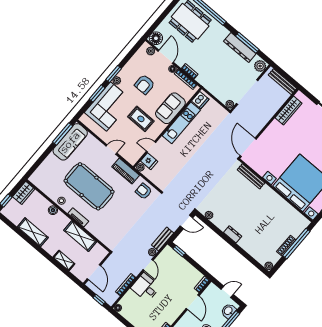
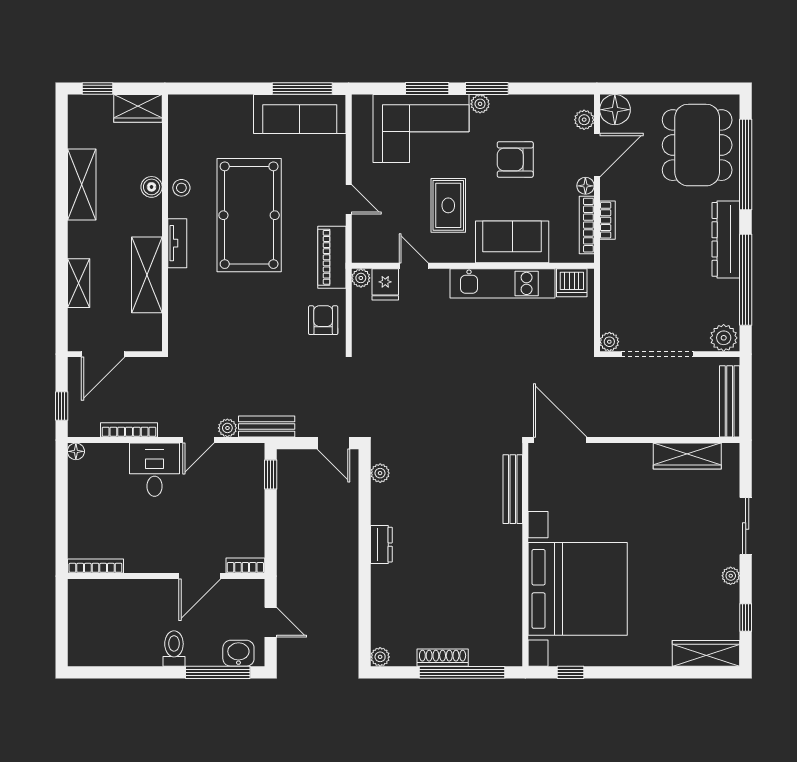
window: (247, 43) -> (746, 280), width x1.46
dresser: (240, 48) -> (726, 239), moved
door: (248, 147) -> (560, 440), hinge flipped

